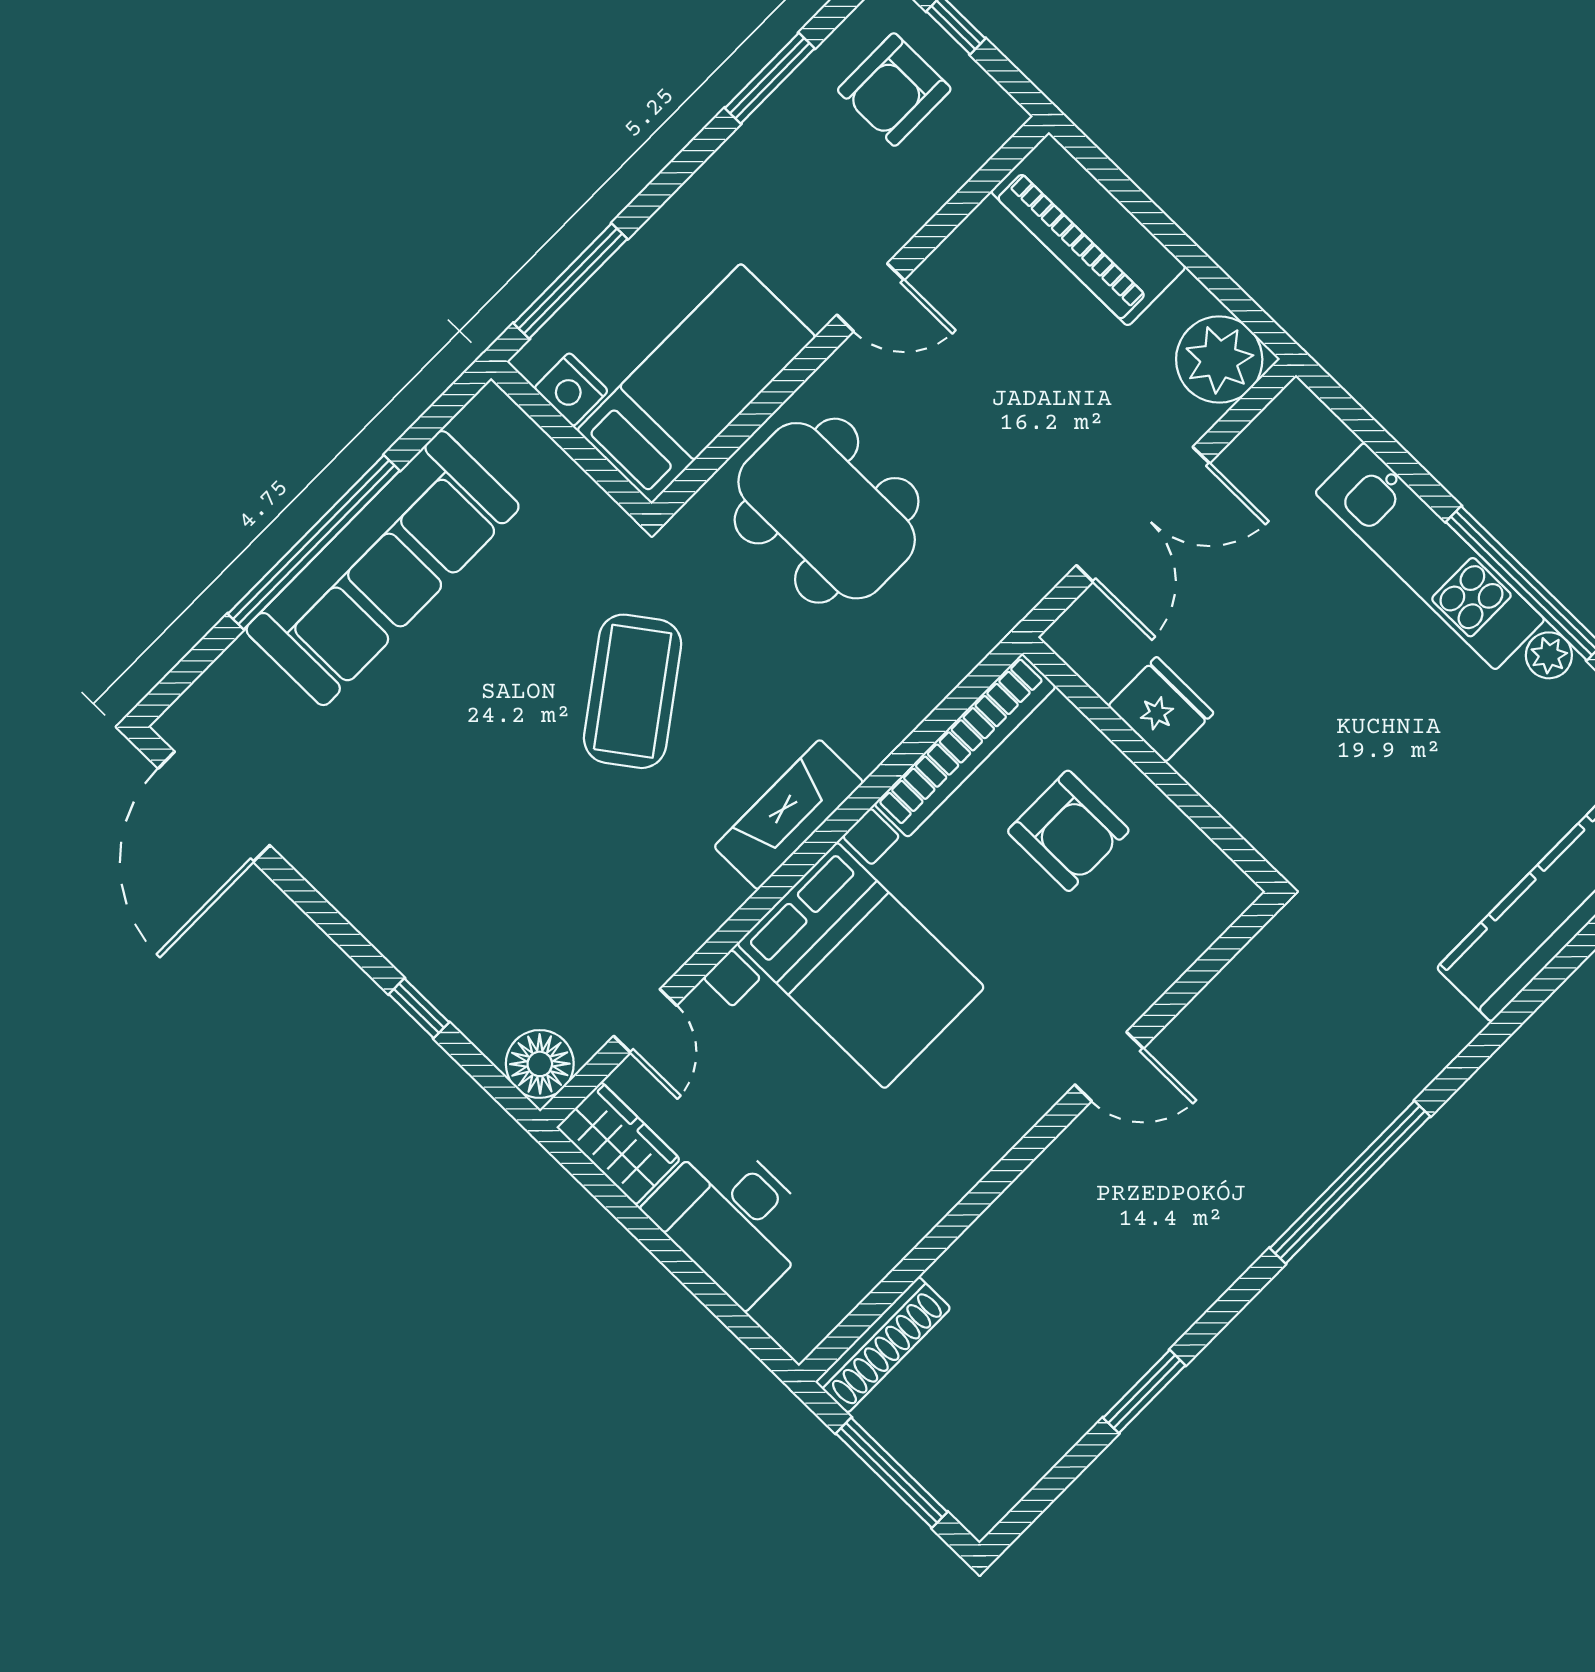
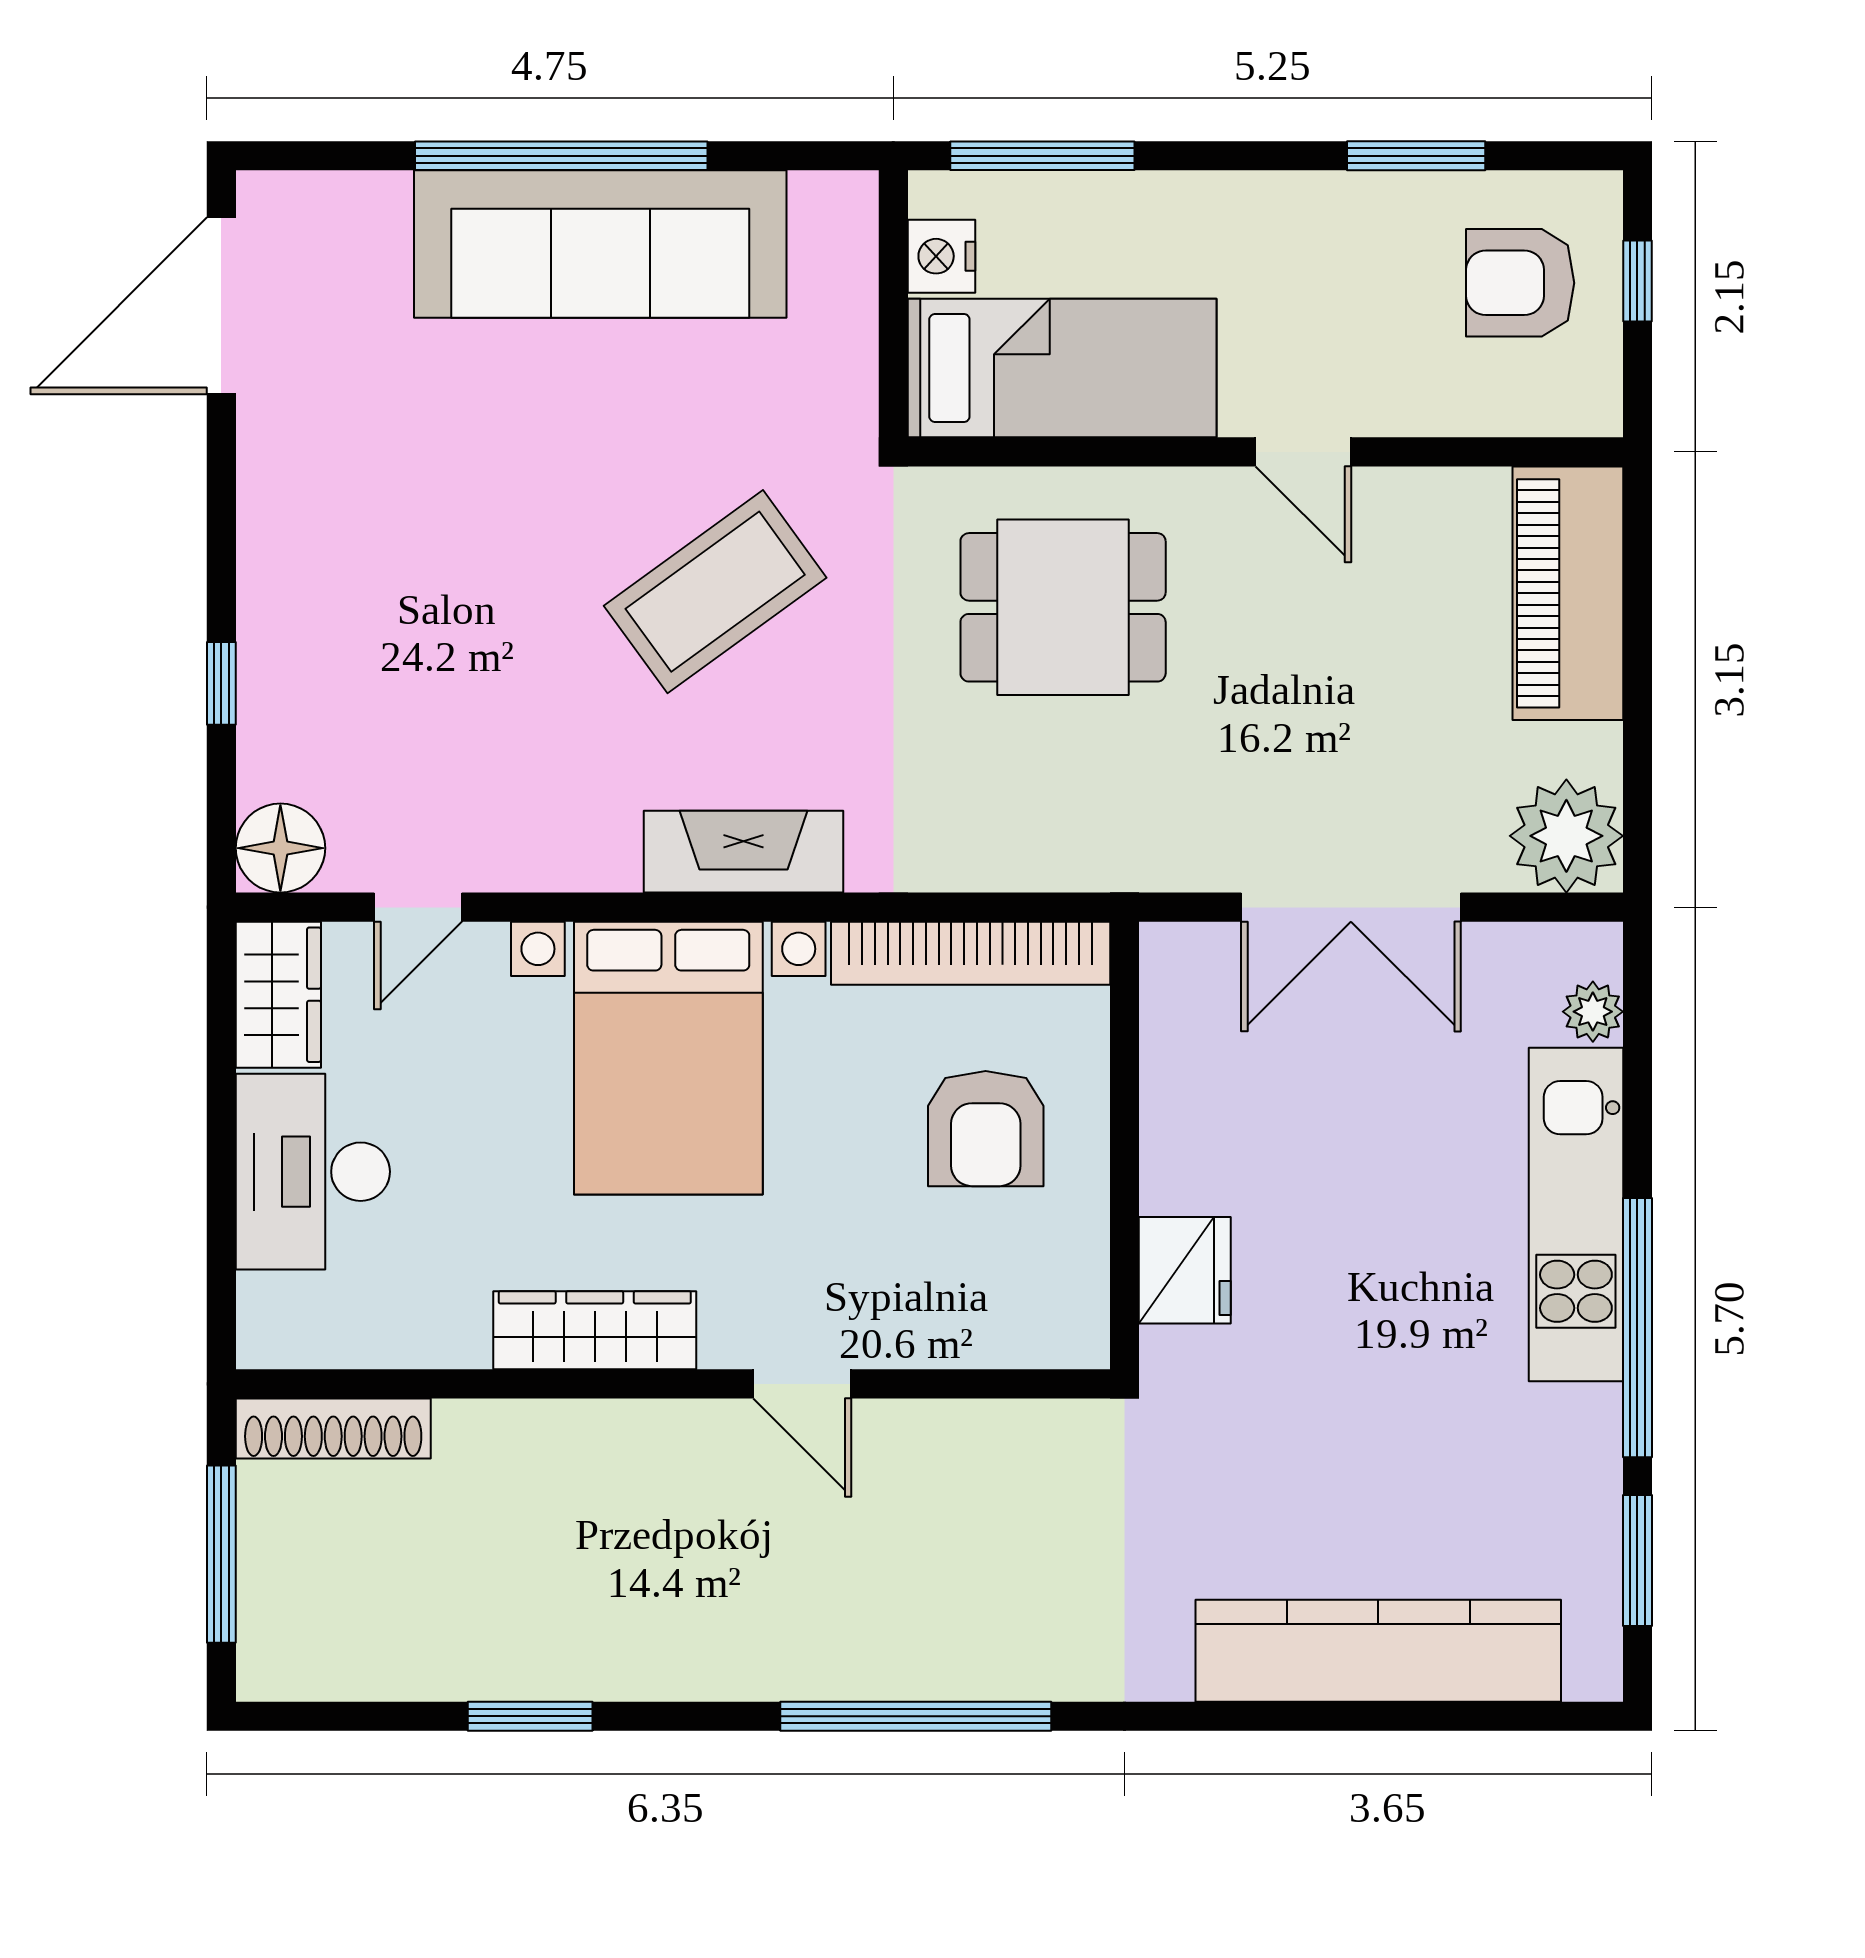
dining table: (827, 511) -> (1063, 607), width x0.73
plant: (1549, 655) -> (1593, 1012), moved
fridge: (1161, 709) -> (1185, 1270), moved
wardrobe: (969, 1151) -> (595, 1330), added

